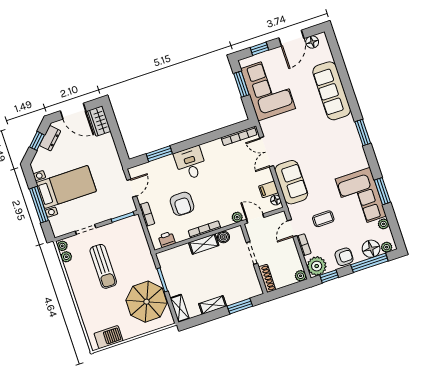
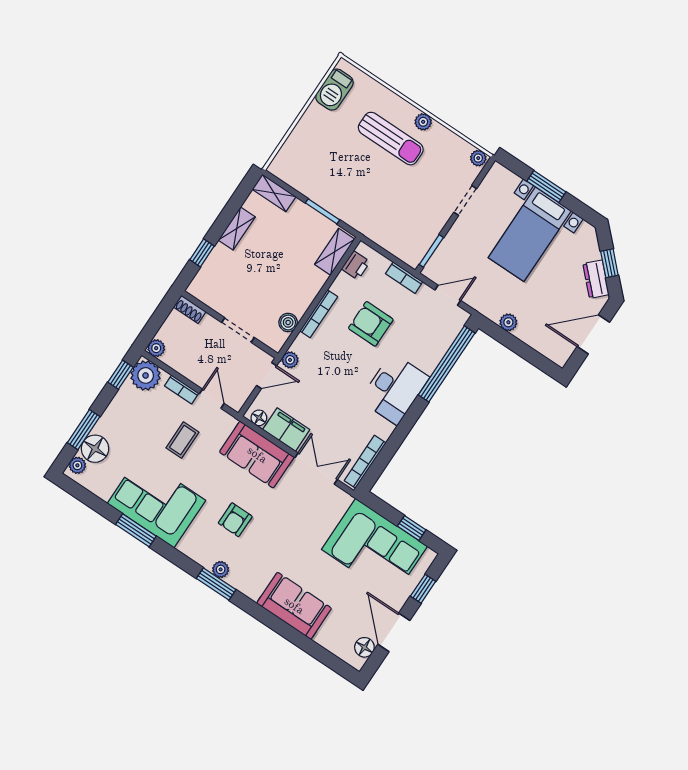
window: (241, 84) -> (412, 528), width x0.67
sofa: (332, 91) -> (294, 606), width x0.73
wardrobe: (99, 121) -> (552, 347), removed
plant: (112, 151) -> (508, 322), added
window: (159, 154) -> (447, 364), width x2.11
desk: (191, 163) -> (395, 389), width x1.37
door: (132, 188) -> (448, 295), swing flipped
filing cabinet: (269, 189) -> (286, 430), width x2.00
window: (39, 205) -> (546, 186), width x0.69
plant: (383, 224) -> (221, 569), moved
shelving: (204, 244) -> (335, 252), moved
plant: (66, 257) -> (423, 122), moved
armchair: (344, 257) -> (235, 520), moved
window: (369, 263) -> (84, 430), width x0.69
sun lounger: (103, 266) -> (391, 139), moved, turned 180
shoe rack: (267, 278) -> (190, 309), width x0.70
parasol: (147, 302) -> (321, 170), removed
window: (240, 306) -> (202, 253), width x0.67

